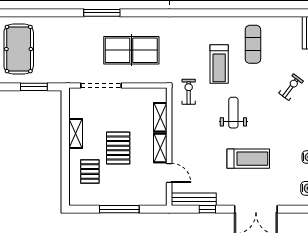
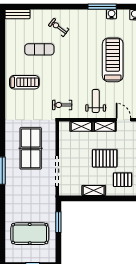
exercise mat: (253, 44) -> (39, 49), moved
treadmill: (219, 64) -> (24, 82), moved
weight bench: (233, 113) -> (96, 101), moved, turned 90
treadmill: (248, 159) -> (113, 60), width x1.37, depth x1.38
door: (169, 173) -> (124, 120), hinge flipped

